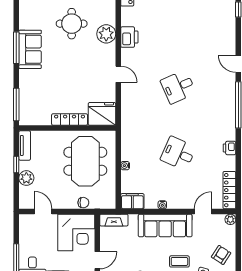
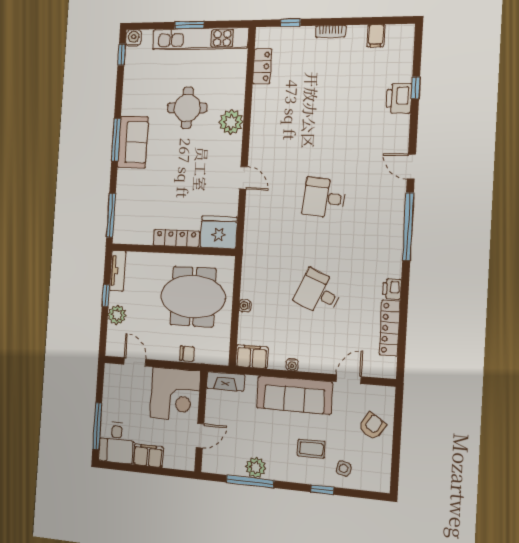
printer: (129, 37) -> (399, 98), moved, turned 180
desk: (178, 87) -> (324, 198), turned 30
meeting table: (85, 161) -> (193, 297), turned 90
locker: (229, 190) -> (390, 328), moved
plant: (230, 219) -> (387, 394), removed
armchair: (221, 255) -> (372, 426), moved

